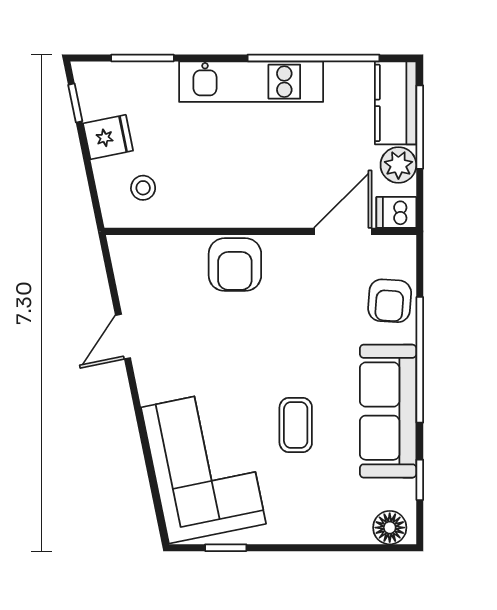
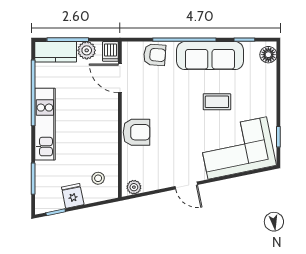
plant: (125, 259) -> (134, 187), added
door: (123, 337) -> (186, 186), moved

